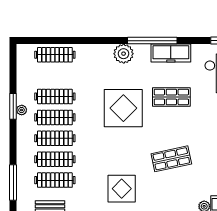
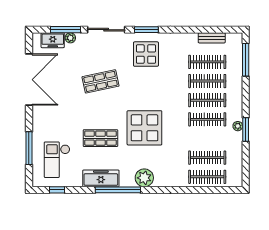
clothes rail: (55, 97) -> (207, 158), moved

